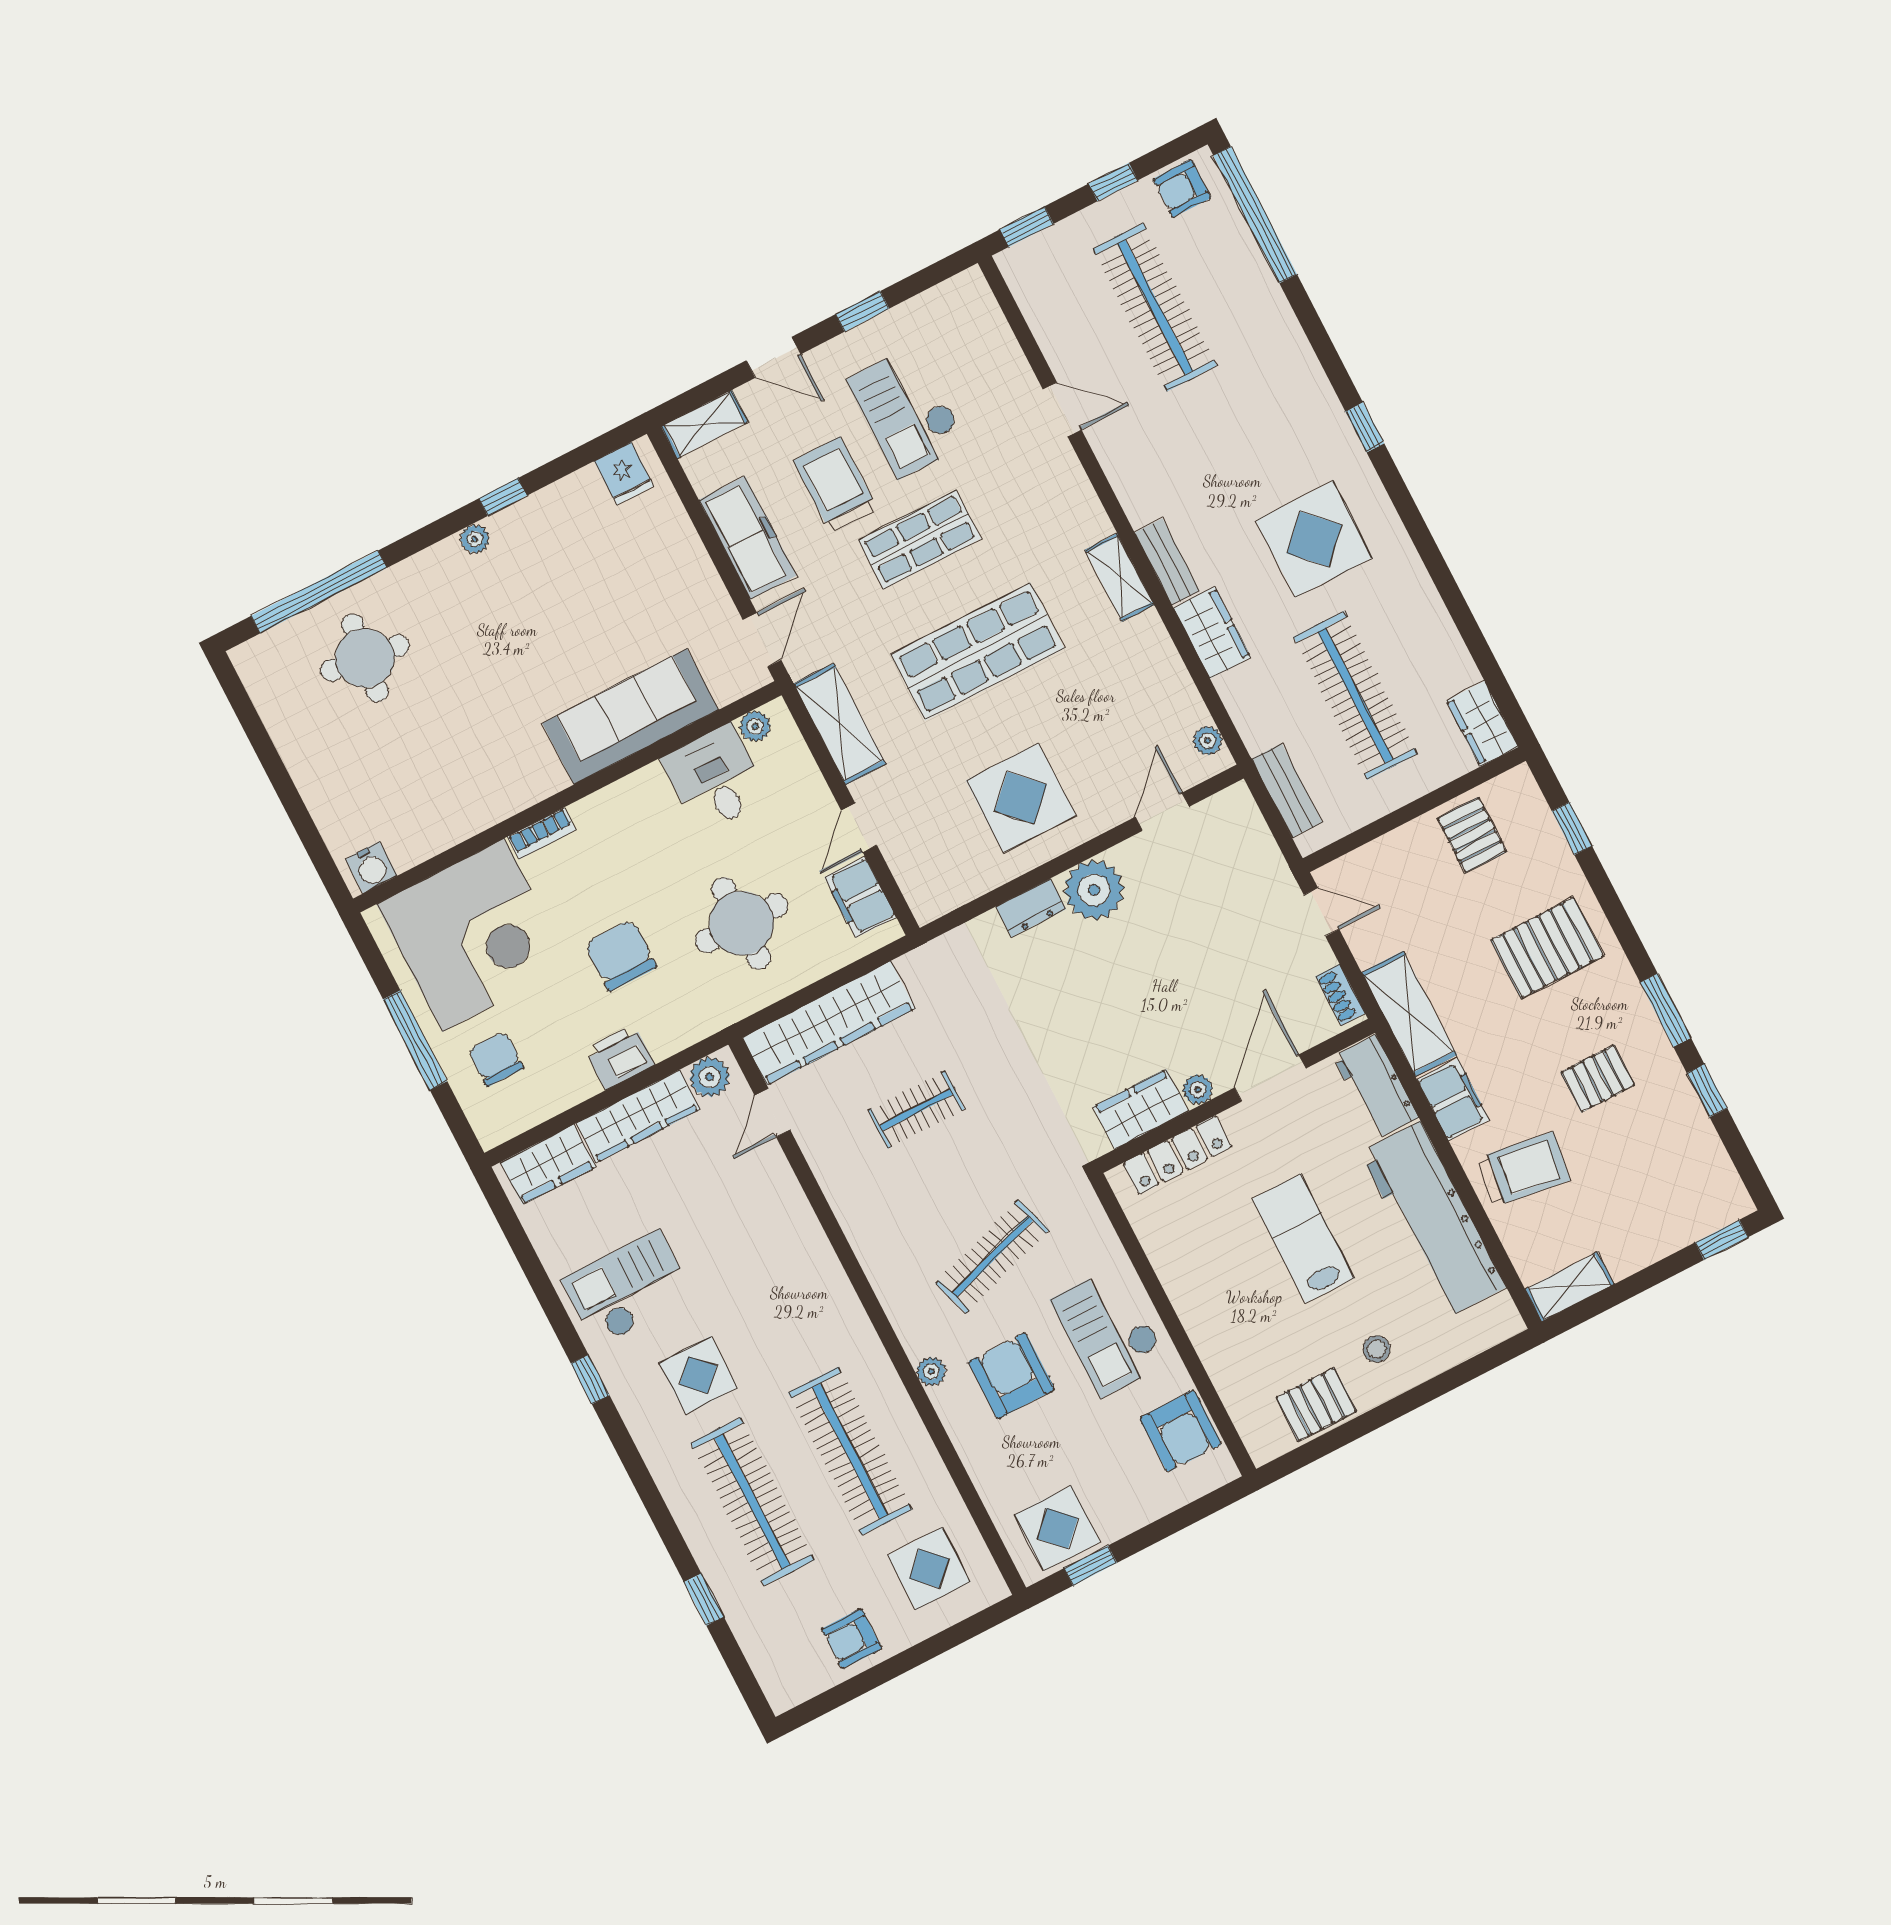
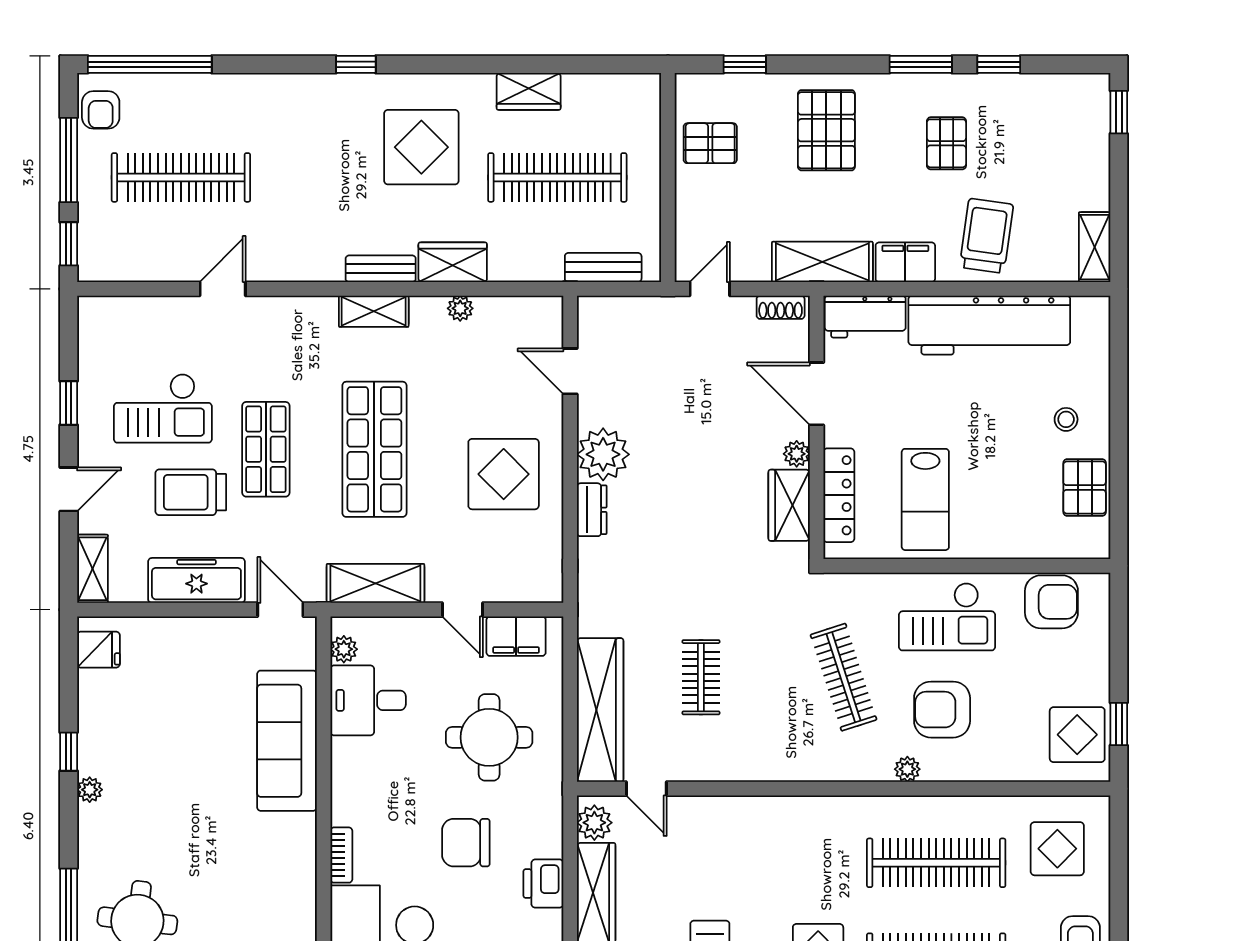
window: (1113, 182) -> (69, 160), width x2.17
wardrobe: (1482, 724) -> (529, 91), moved
plant: (1208, 741) -> (460, 308), moved
lab bench: (1303, 1238) -> (925, 499), moved, turned -90

